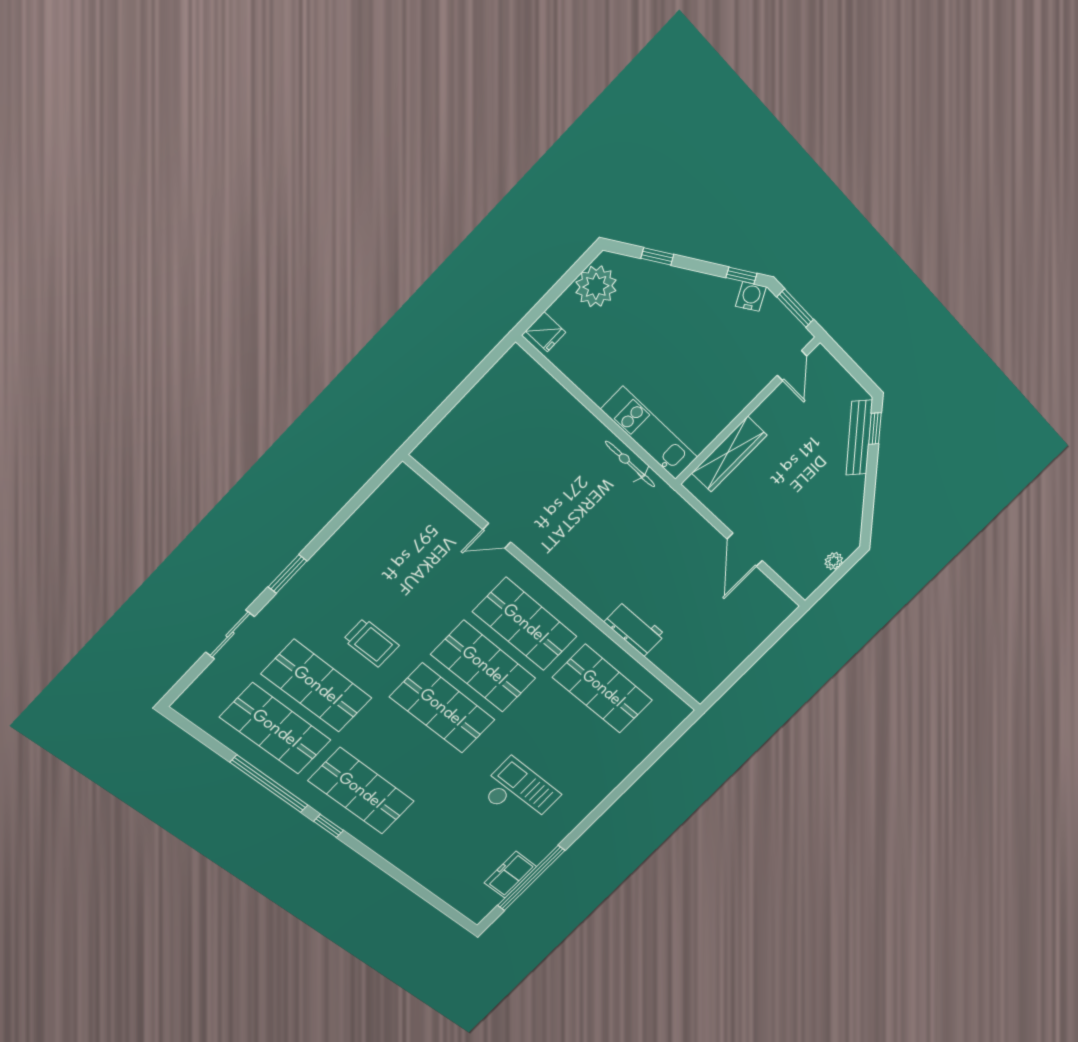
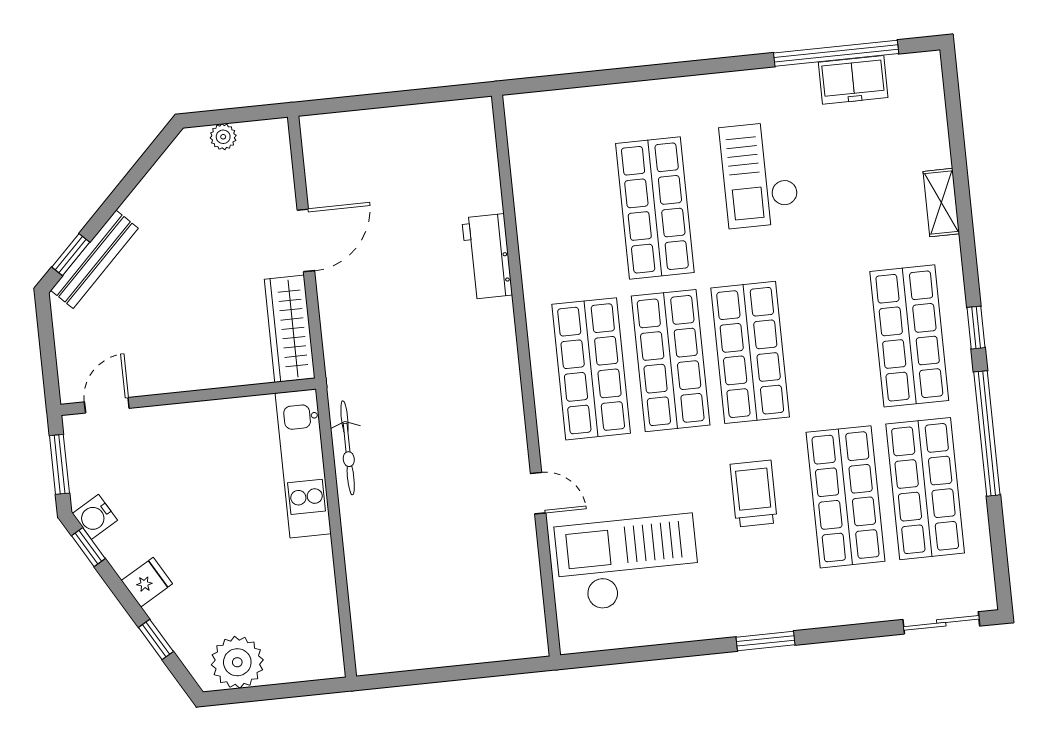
fridge: (546, 332) -> (147, 582), moved, turned 60
wardrobe: (729, 454) -> (290, 329), moved, turned -90
checkout: (410, 545) -> (628, 563), added
sliding door: (230, 634) -> (941, 623), moved
shop shelf: (603, 689) -> (655, 208), moved
shelving: (407, 863) -> (941, 203), added

